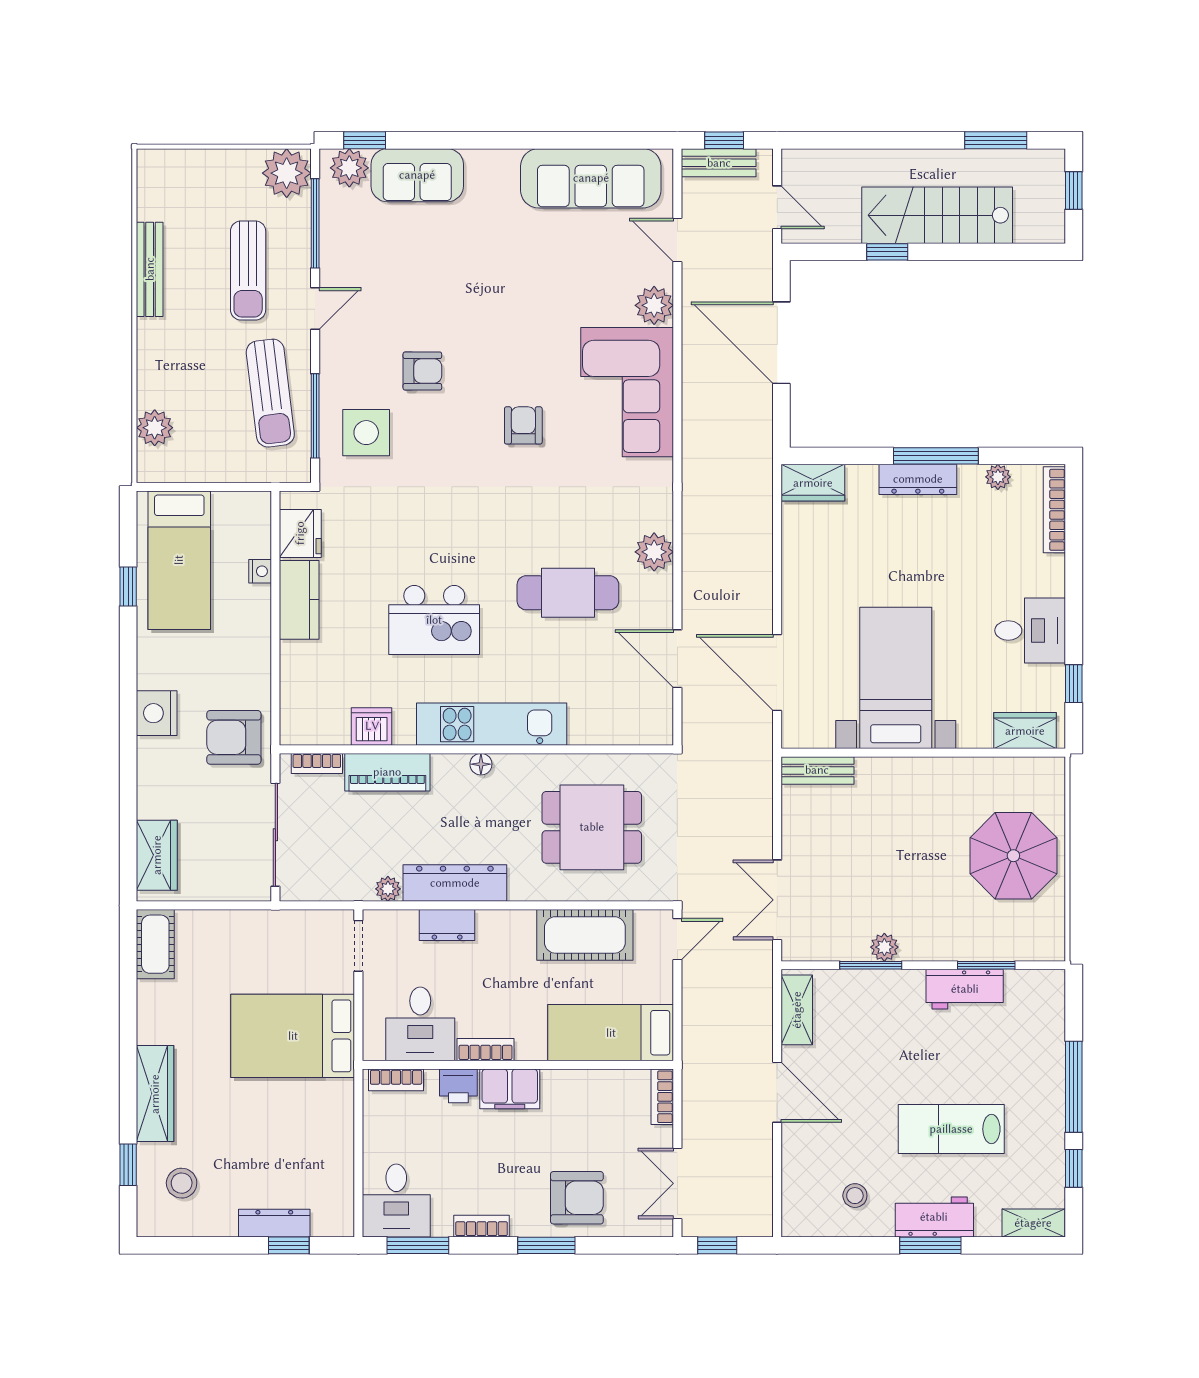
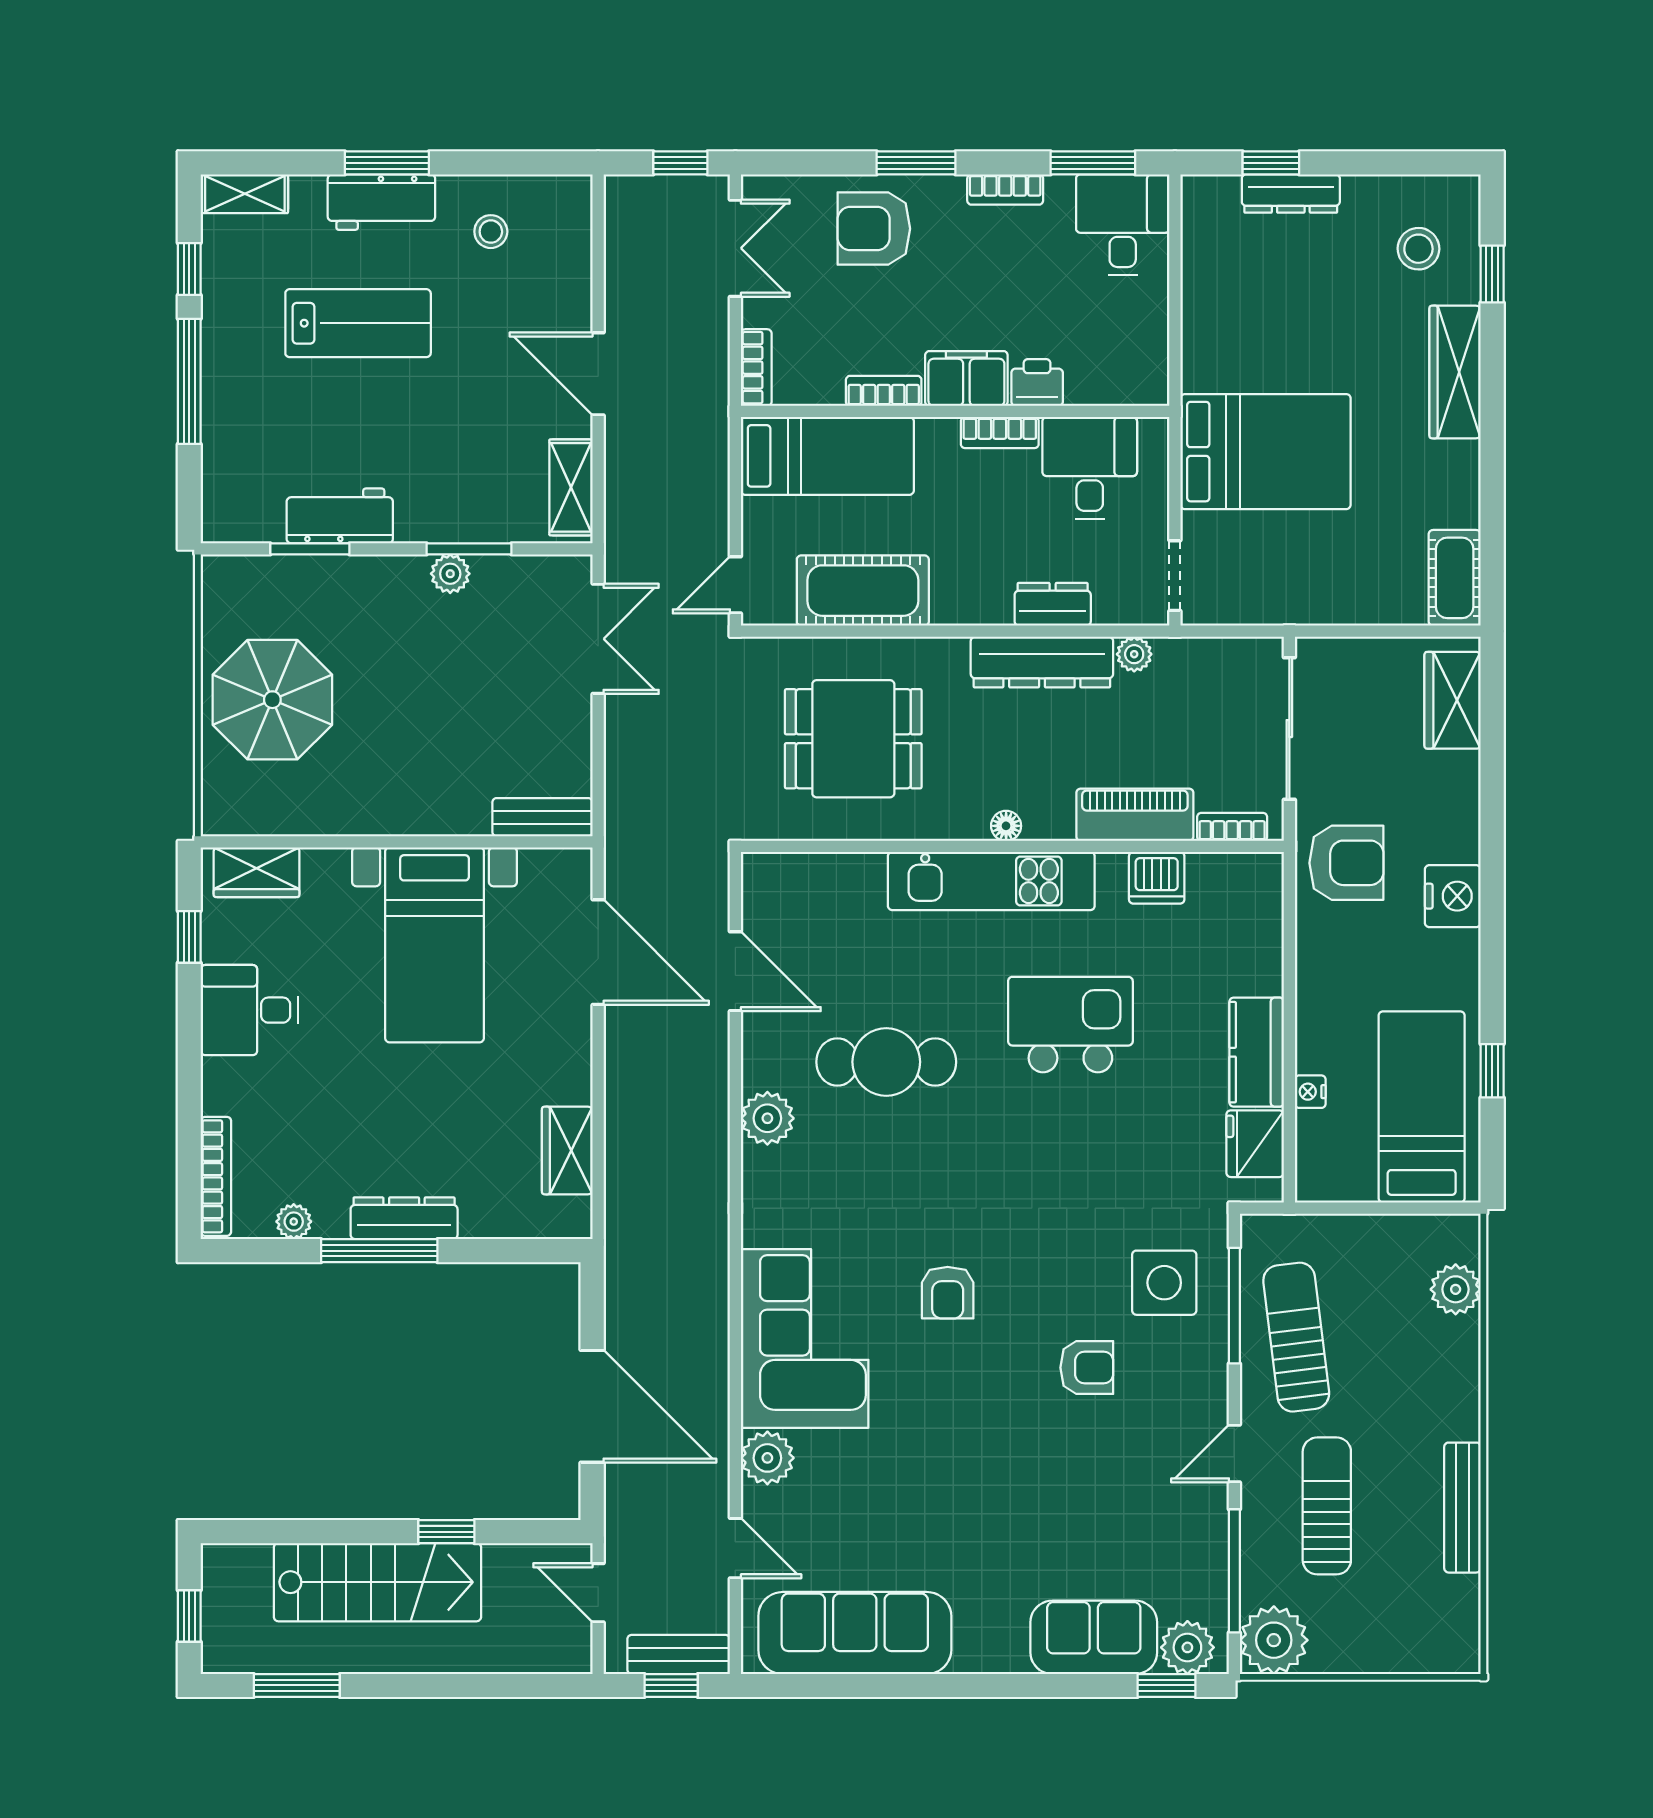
armchair: (422, 371) -> (1087, 1368), turned 180
wardrobe: (813, 483) -> (567, 1150), moved, turned -90
bookcase: (396, 1080) -> (884, 391), moved

